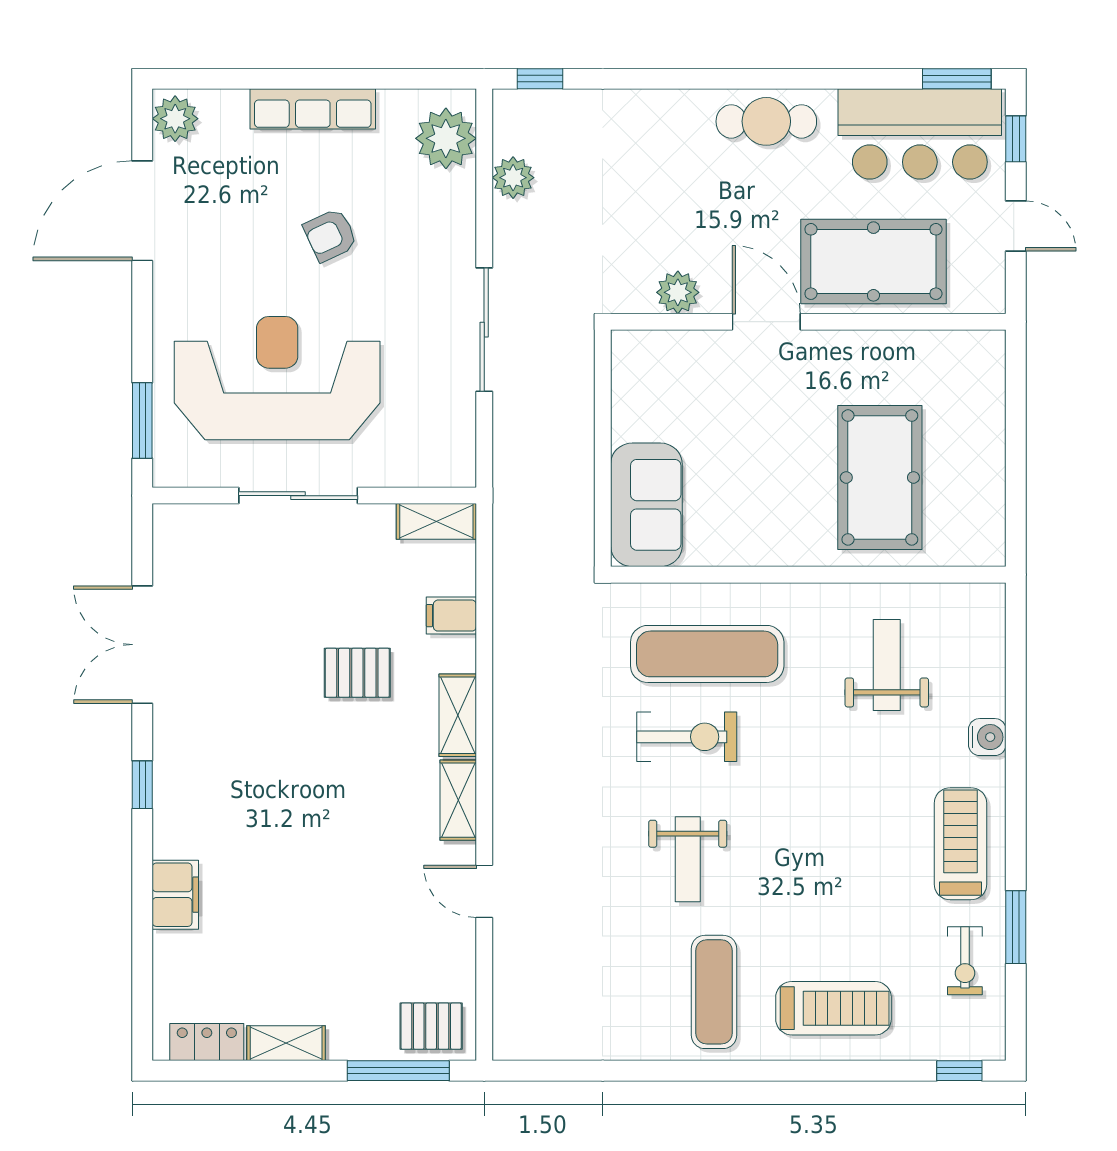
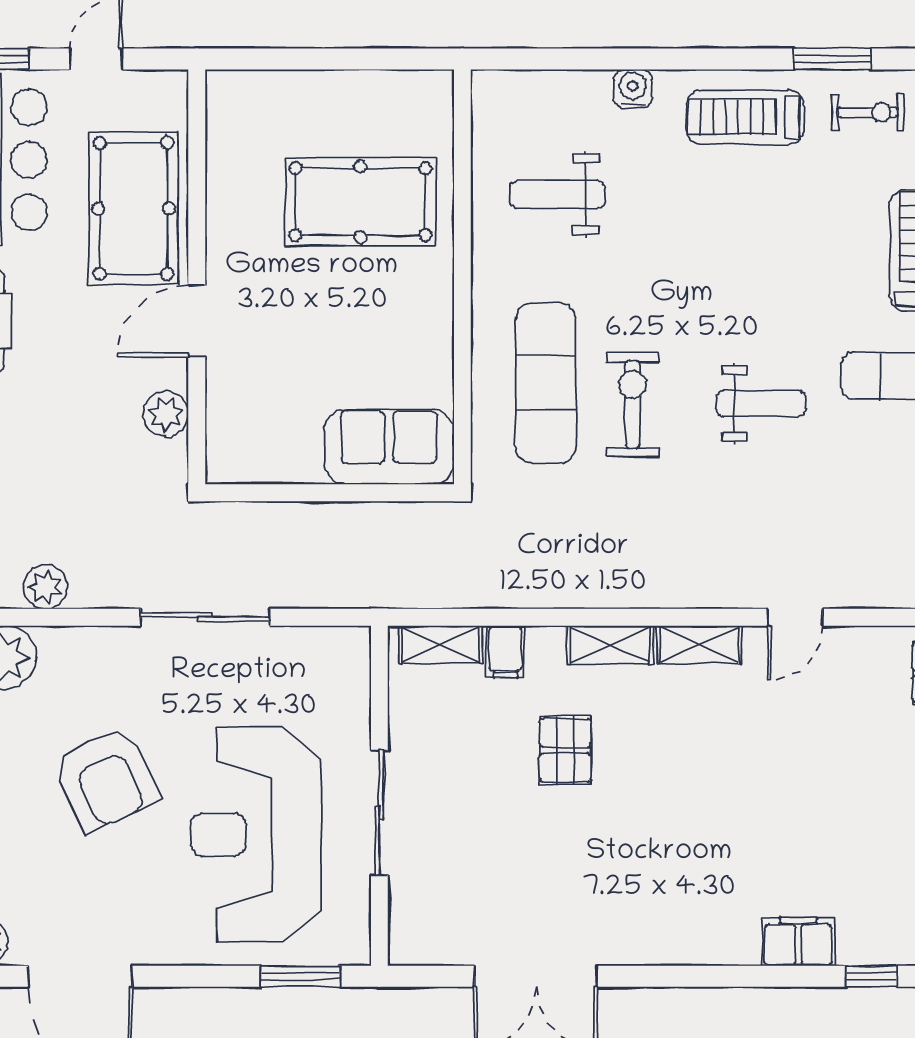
armchair: (330, 235) -> (106, 779), width x1.88, depth x1.88
shelving: (436, 521) -> (440, 644), moved, turned 90
window: (142, 785) -> (872, 976), moved

